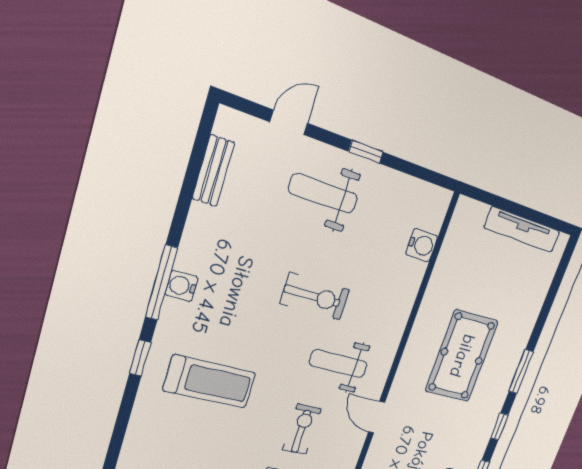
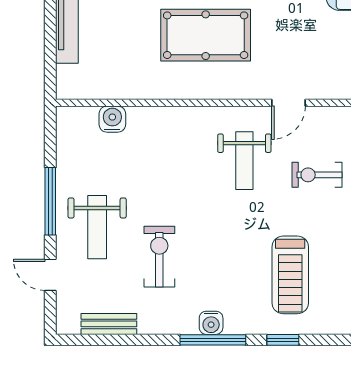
window: (366, 152) -> (50, 201), width x2.17
exercise bike: (315, 297) -> (159, 257), moved
treadmill: (210, 382) -> (290, 275), turned 180

